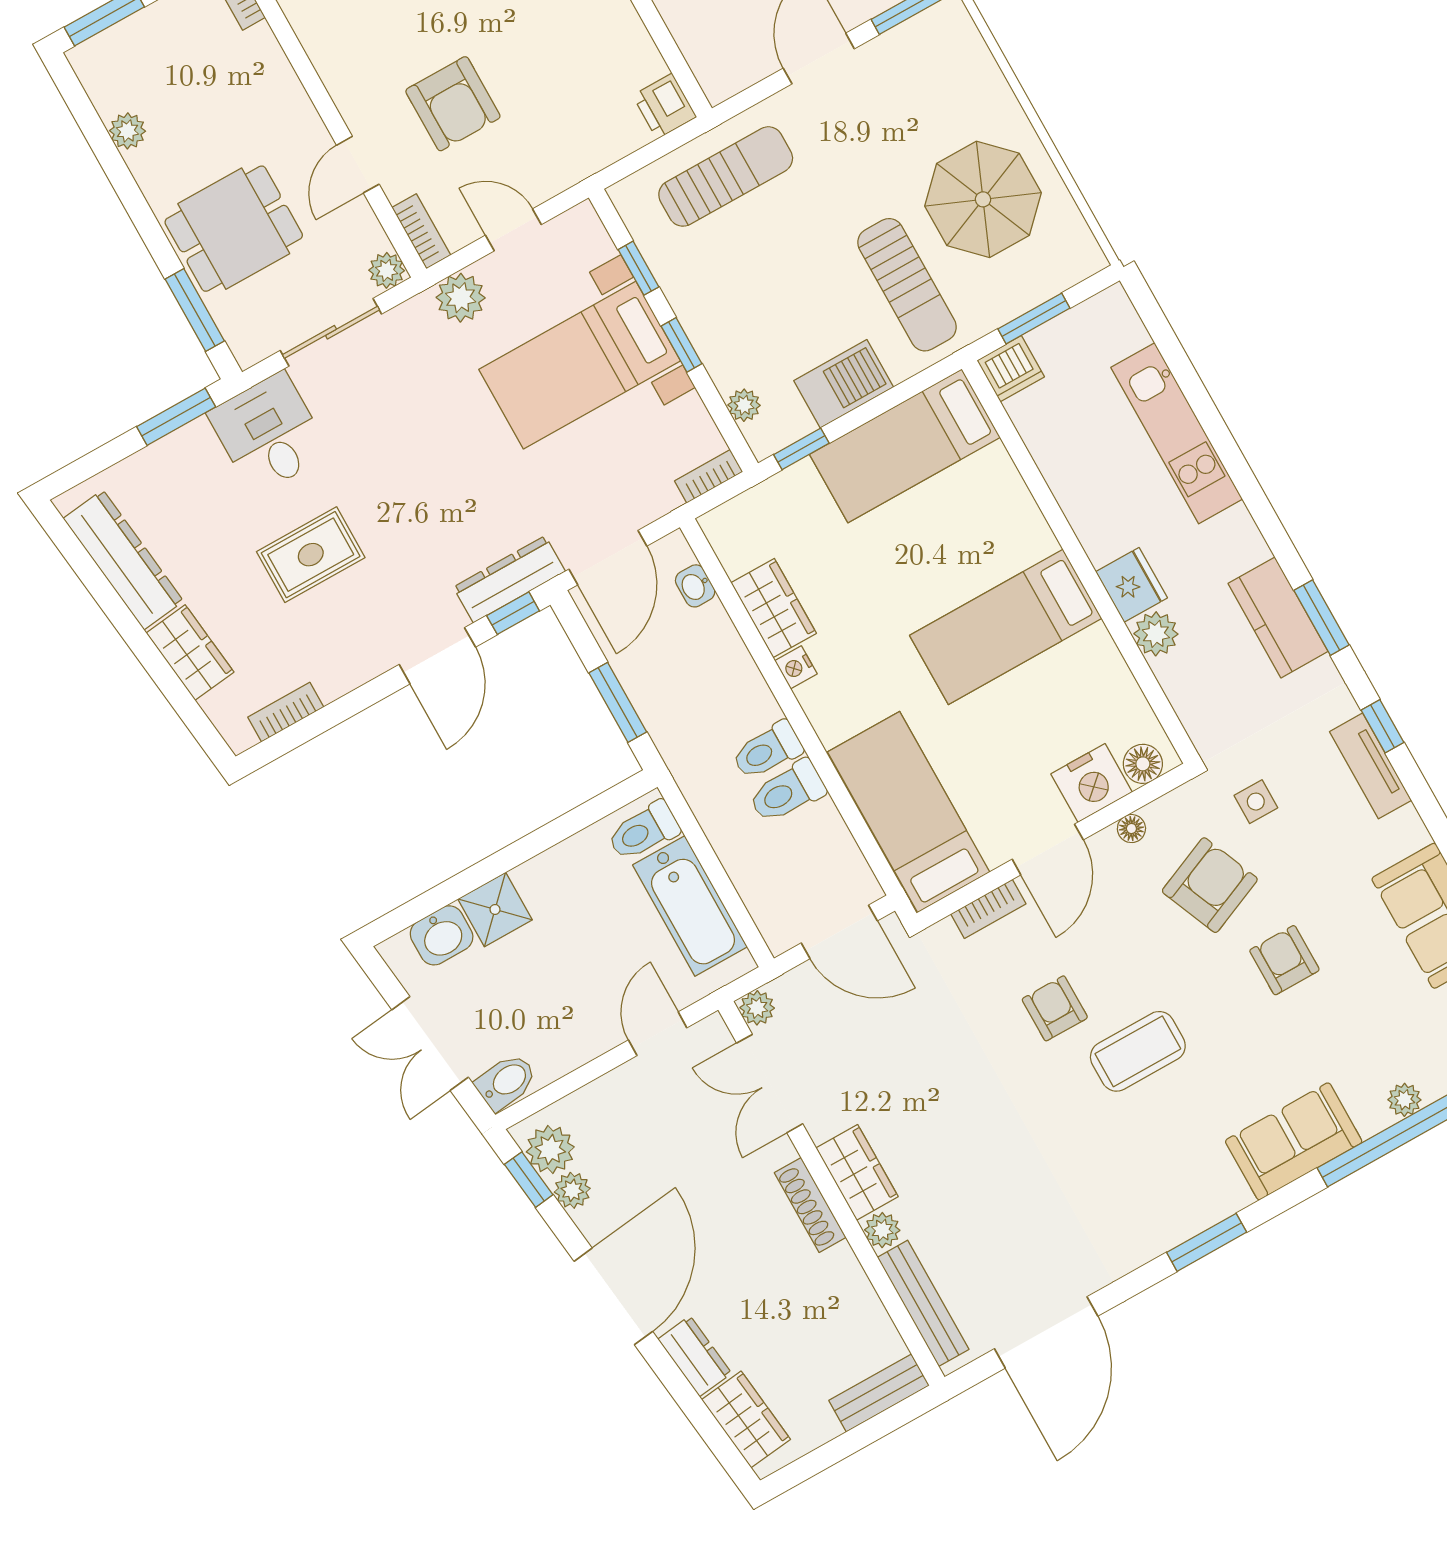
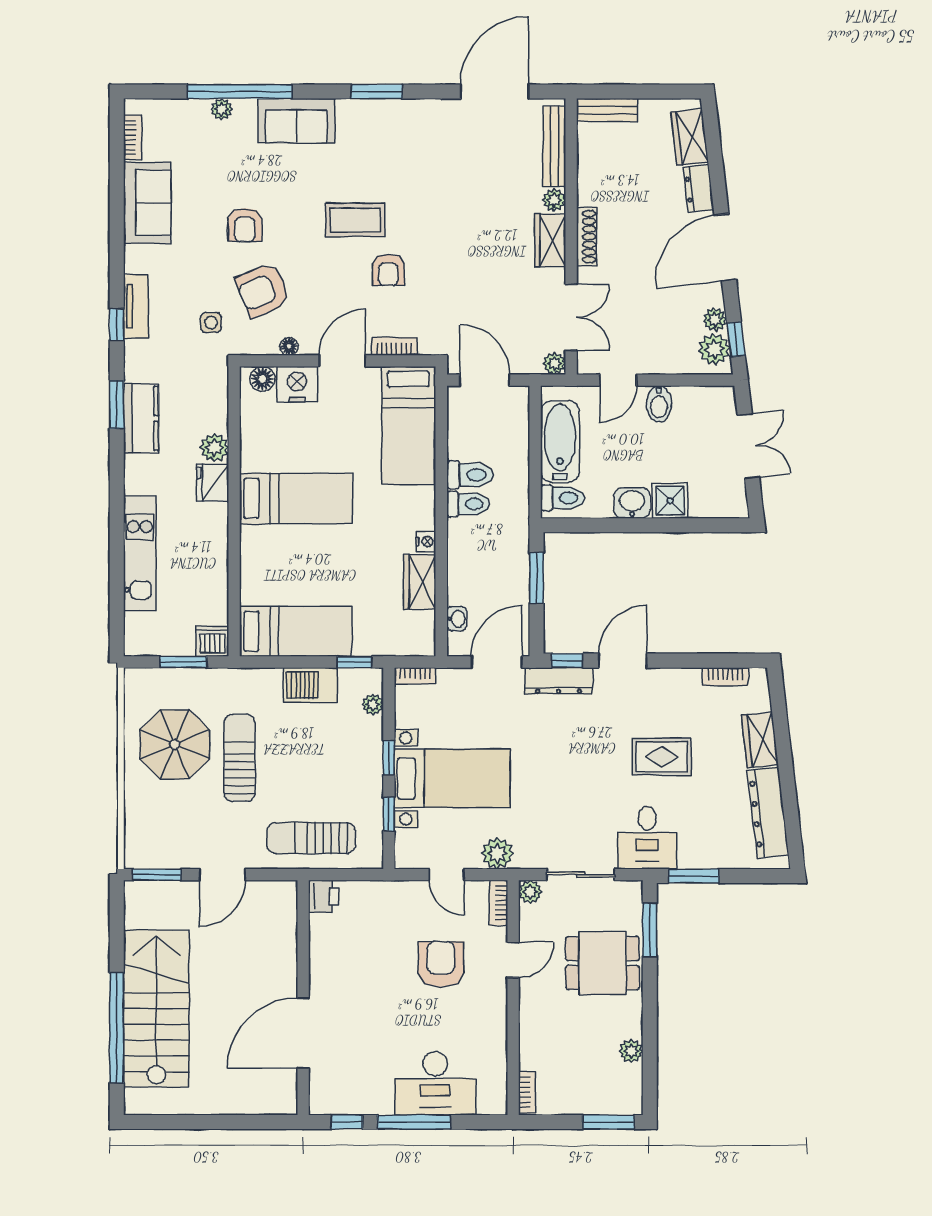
sun lounger: (907, 285) -> (239, 758), moved
washbasin: (442, 935) -> (632, 503), moved
bidet: (506, 1082) -> (659, 404), moved, turned -83

